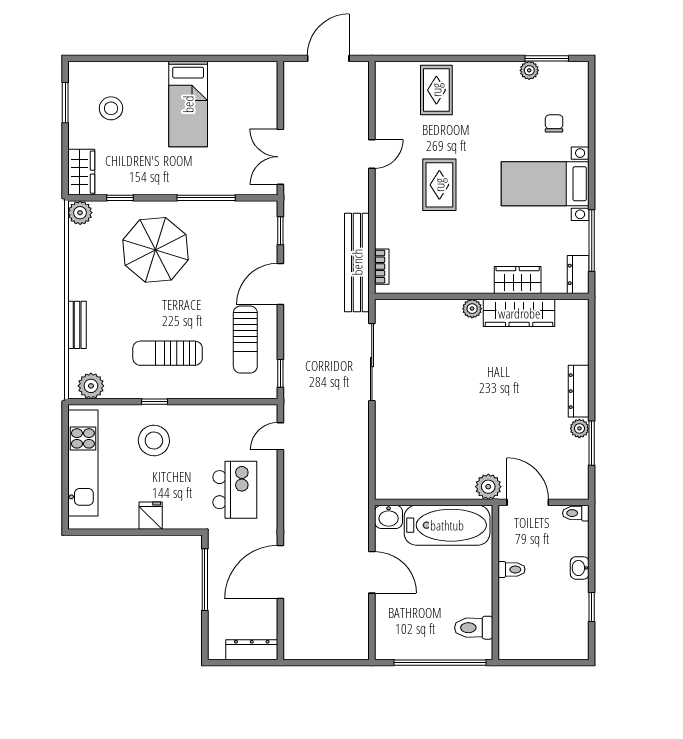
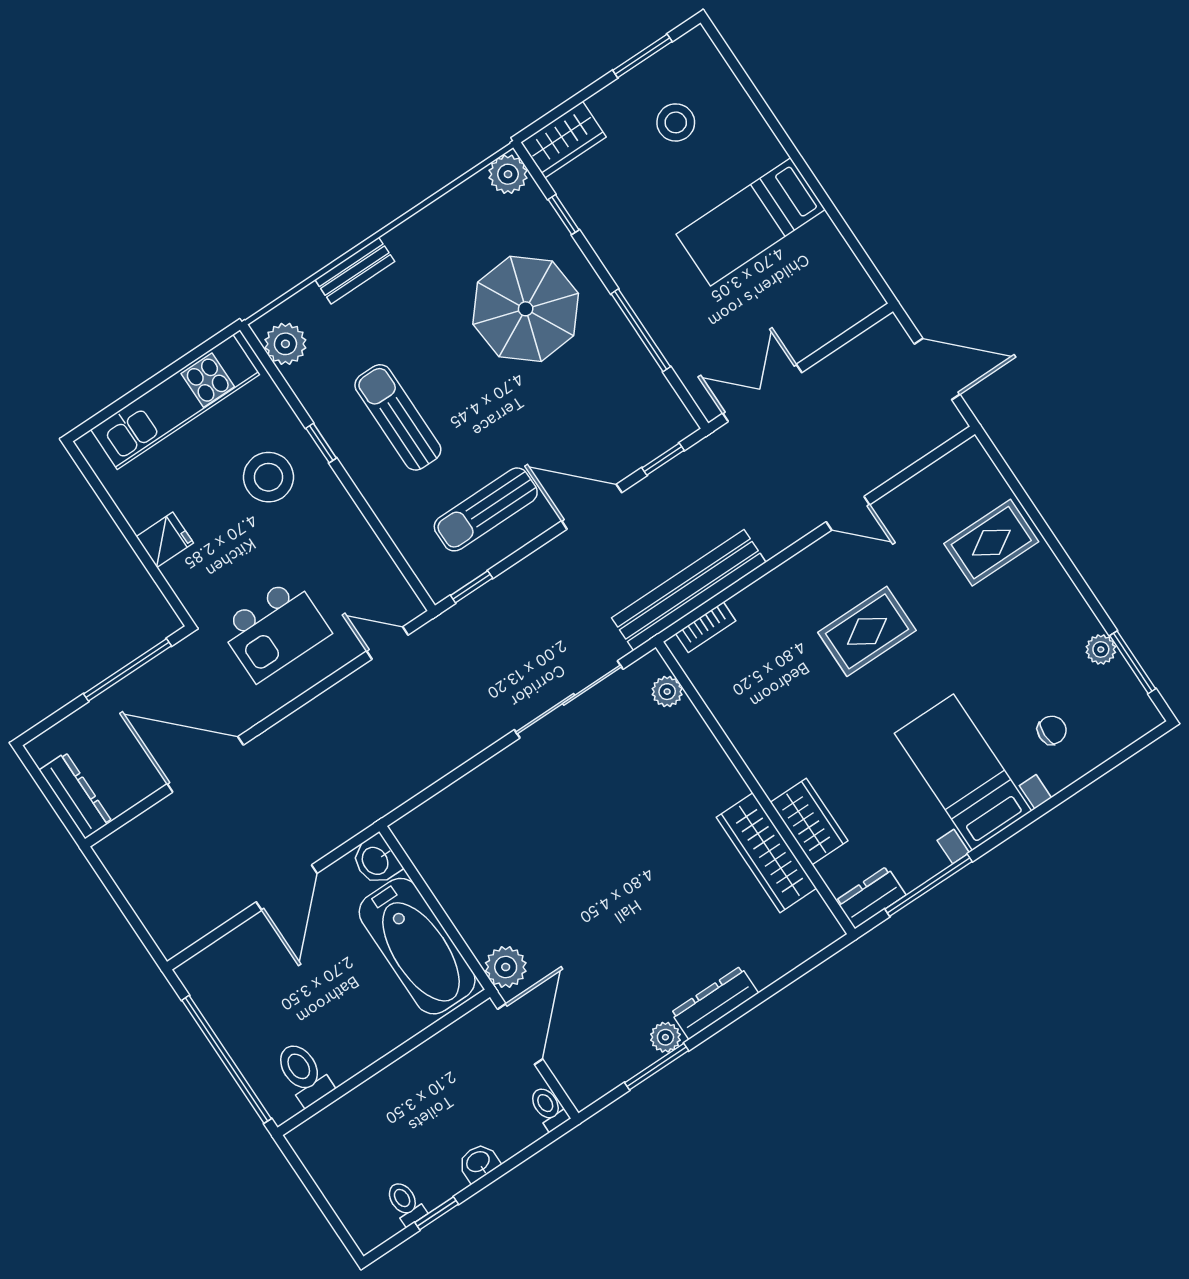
plant: (472, 309) -> (667, 692), moved
toilet: (512, 569) -> (405, 1203), moved, turned 180

